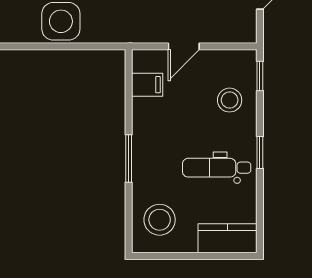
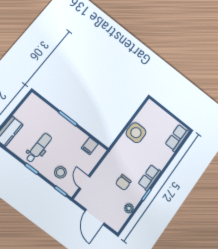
door: (184, 46) -> (85, 182), moved
stool: (160, 220) -> (36, 112), removed

